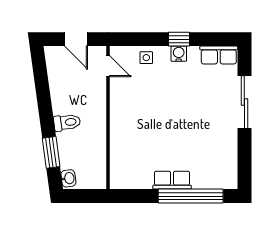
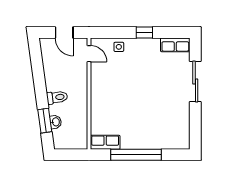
water cooler: (179, 54) -> (144, 44), removed
washbasin: (68, 178) -> (56, 122), moved
row of seats: (172, 180) -> (105, 142), moved
window: (191, 196) -> (136, 155), moved

